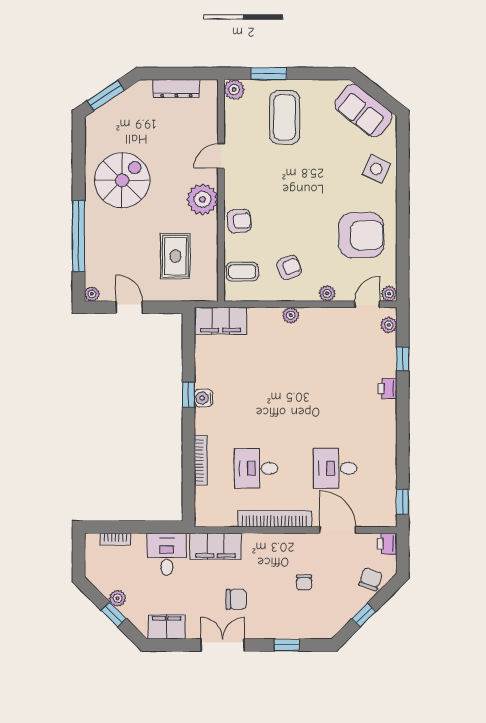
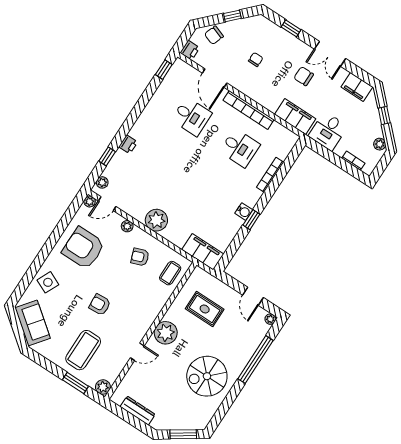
armchair: (239, 221) -> (100, 305), moved
rug: (175, 256) -> (205, 309), turned 90
coffee table: (242, 272) -> (170, 273), turned 90
plant: (291, 315) -> (156, 220), width x1.88, depth x1.88
plant: (118, 598) -> (380, 144), moved

